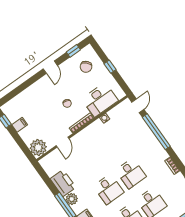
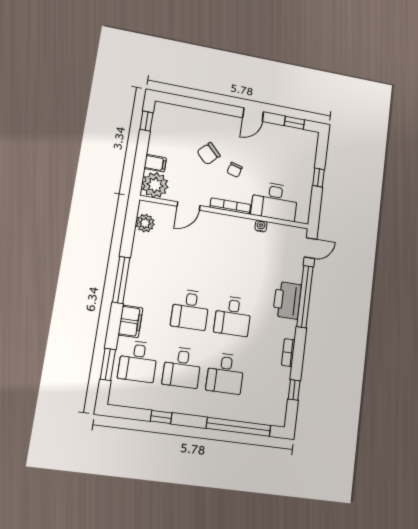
chair: (86, 67) -> (209, 154), moved
filing cabinet: (20, 125) -> (155, 163), moved
printer: (63, 183) -> (287, 300), moved, turned 180
plant: (72, 199) -> (145, 223), moved

